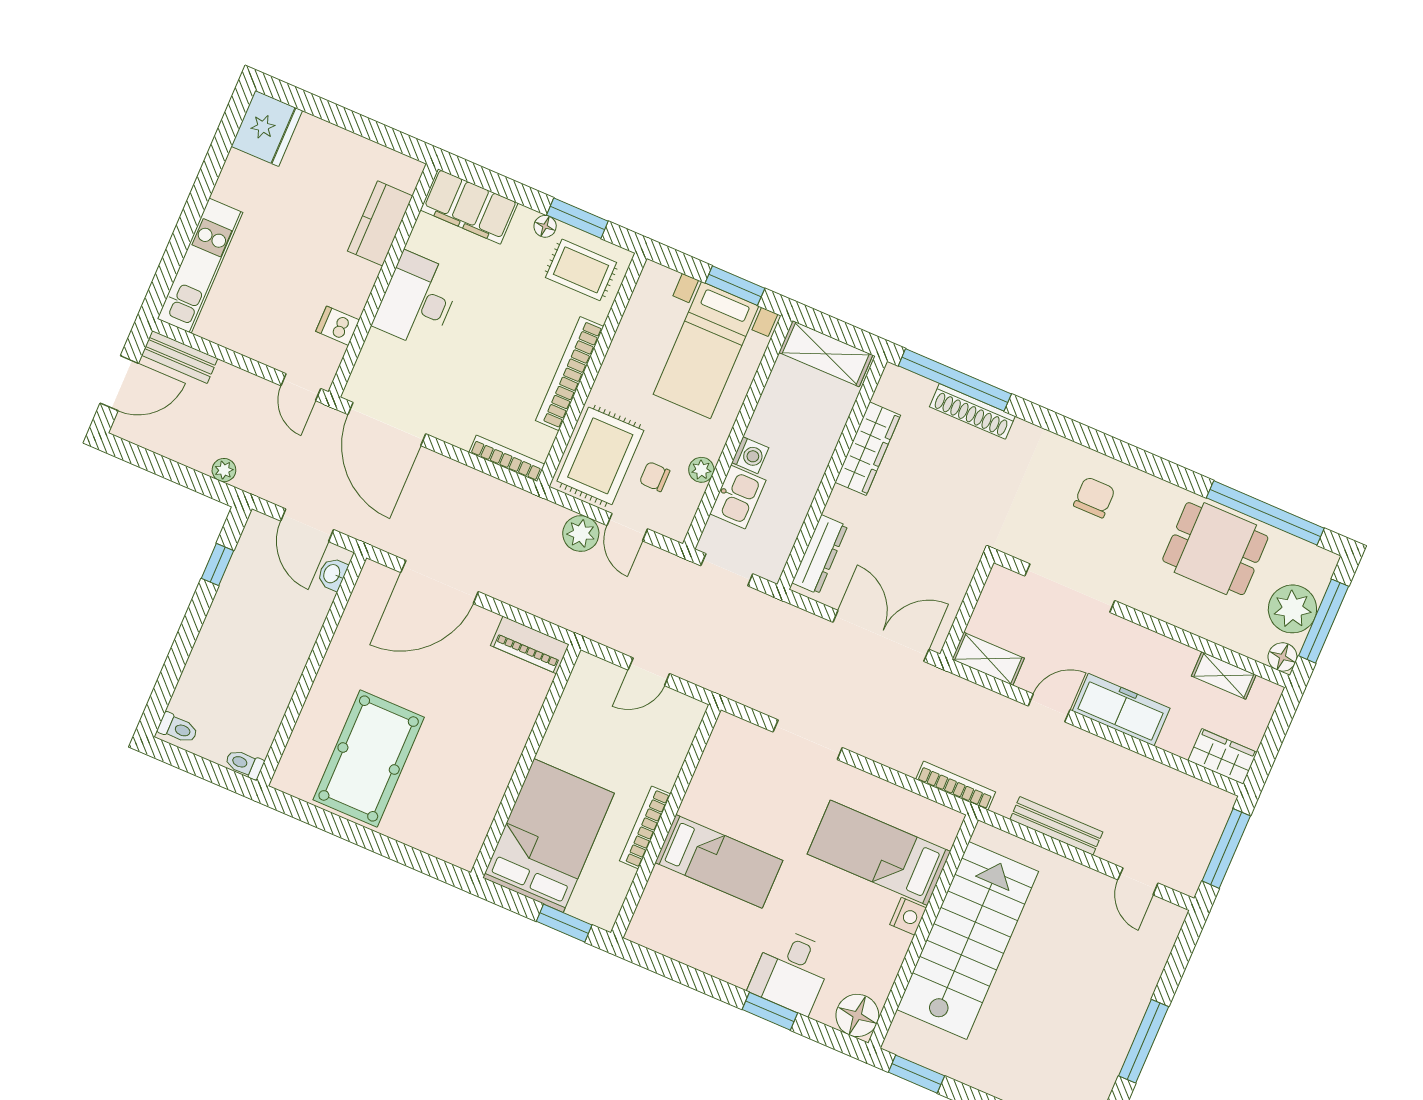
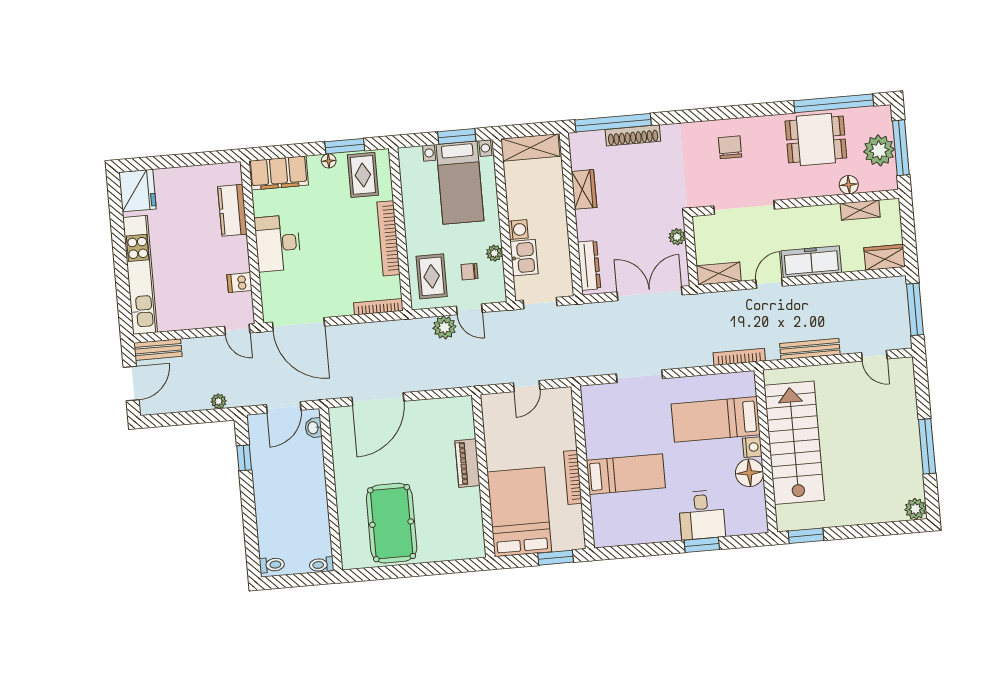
kitchen unit: (200, 266) -> (140, 275), width x1.36
rug: (581, 270) -> (363, 175), turned 90
wardrobe: (868, 449) -> (584, 189), width x0.67
rug: (600, 456) -> (432, 276), width x0.73, depth x0.70
door: (307, 525) -> (284, 407), hinge flipped
plant: (959, 580) -> (677, 237), added
piano: (530, 645) -> (467, 463), moved, turned 90
floor lamp: (1282, 657) -> (849, 185), moved
floor lamp: (857, 1015) -> (749, 473), moved

